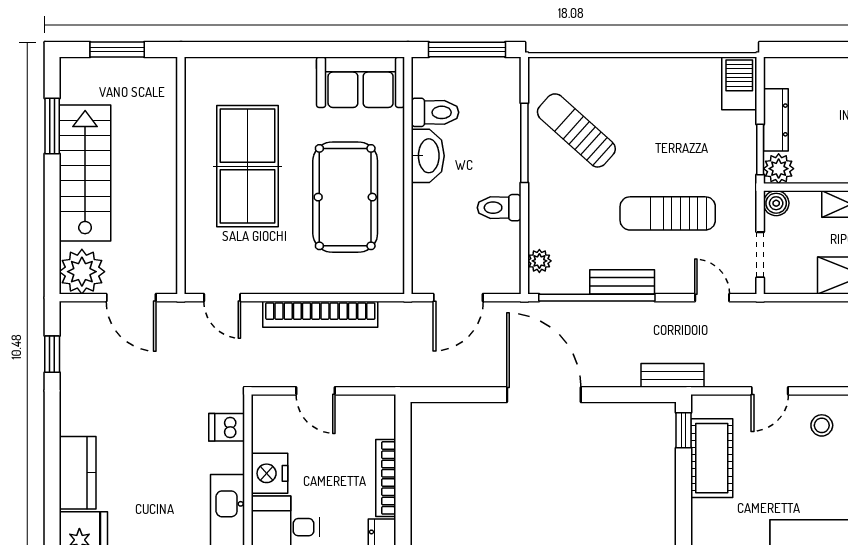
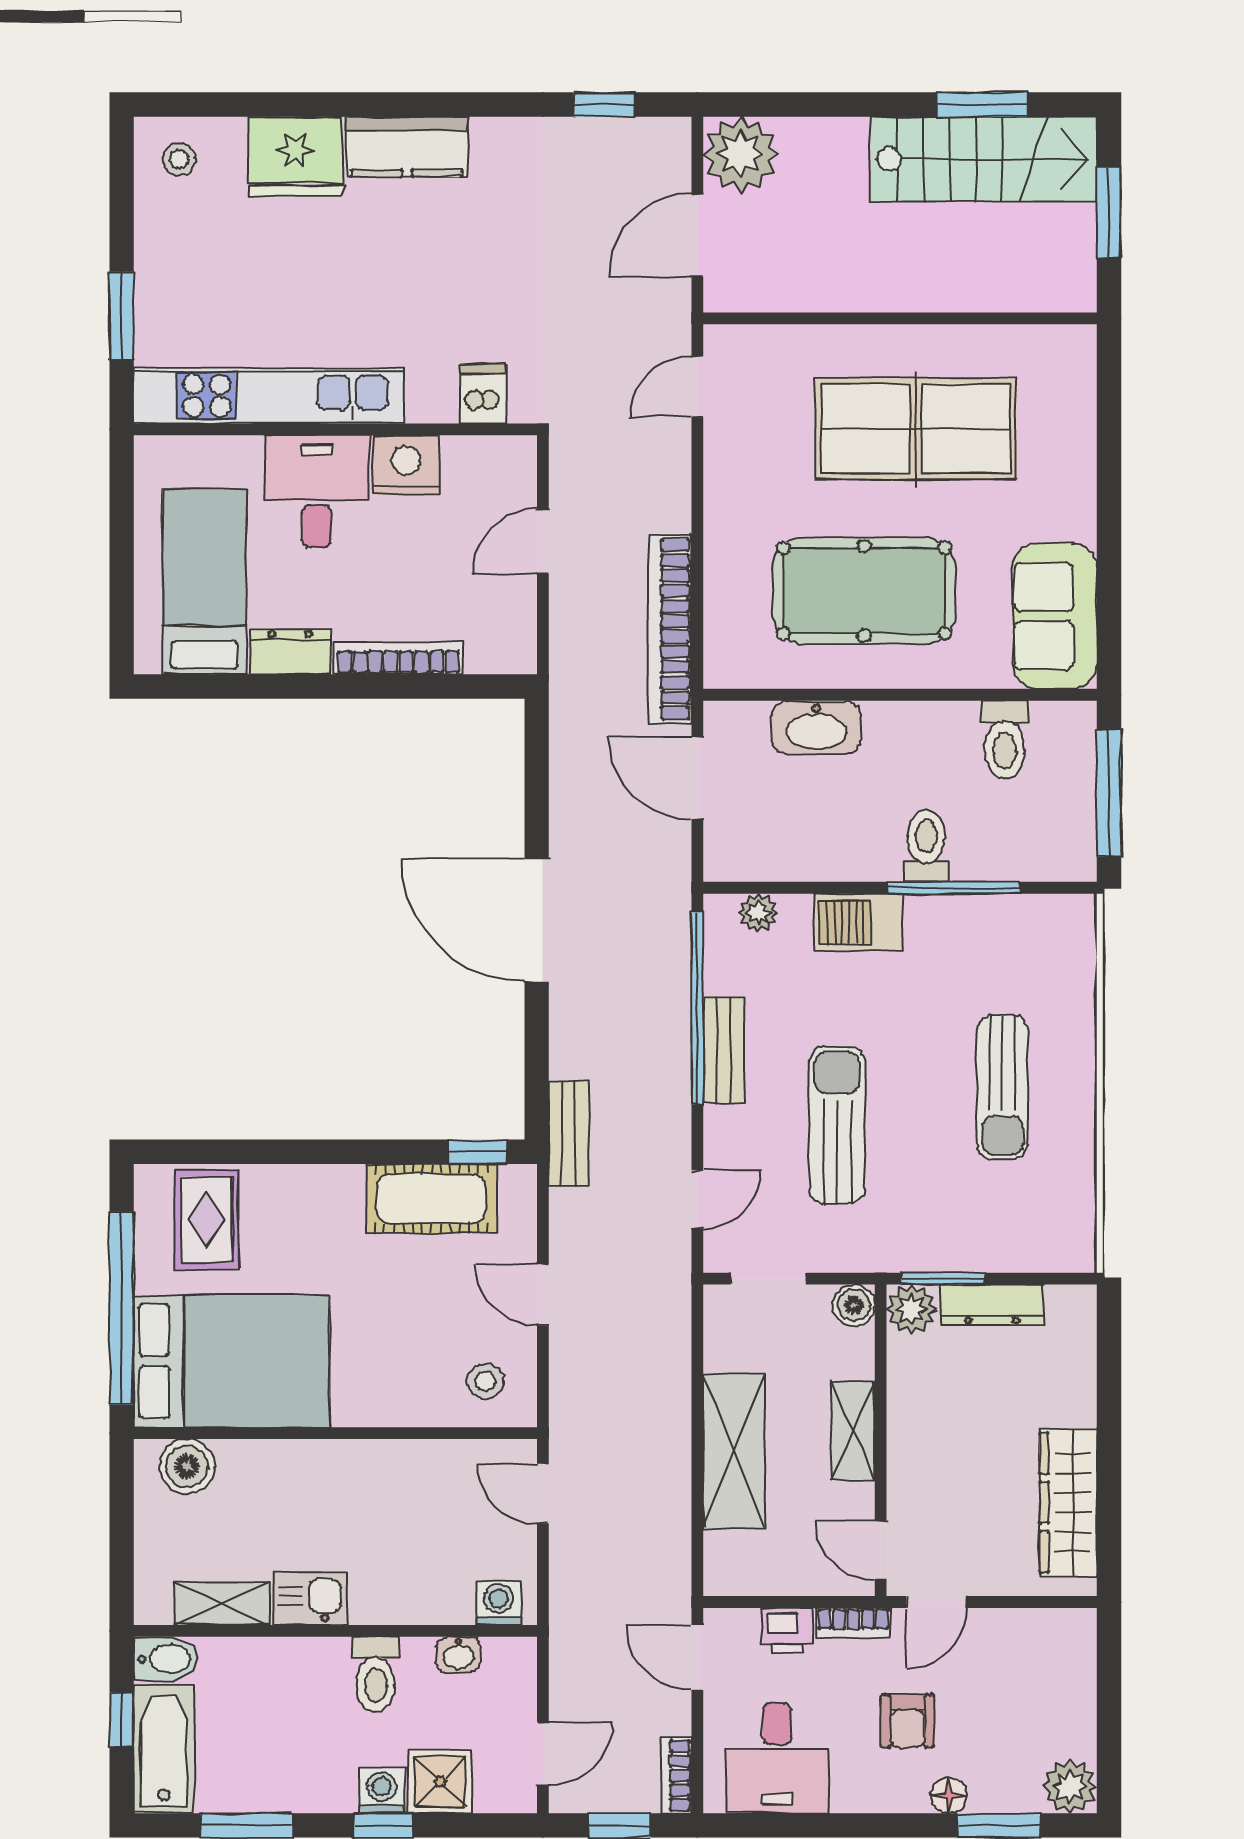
barbecue: (739, 83) -> (859, 922), moved, turned 180
sun lounger: (576, 130) -> (1003, 1087), moved, turned 138
washbasin: (428, 156) -> (816, 728), moved
stairs: (85, 173) -> (984, 159), moved
toilet: (499, 208) -> (926, 846), moved
bookcase: (320, 314) -> (670, 629), moved
door: (544, 395) -> (537, 920), swing flipped

